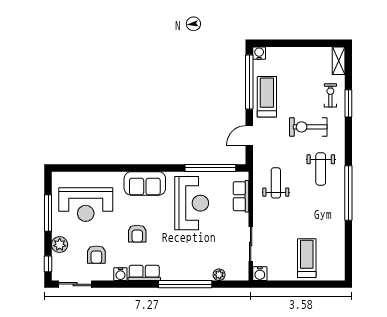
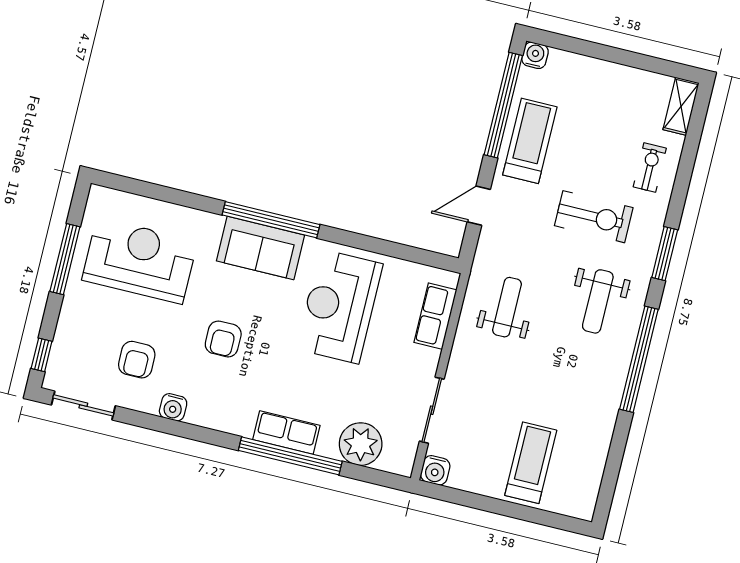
window: (348, 103) -> (665, 254), moved
exercise bike: (308, 127) -> (594, 217), turned 180
window: (210, 168) -> (271, 220), moved
reception desk: (192, 203) -> (339, 306), turned 180
reception desk: (86, 205) -> (140, 261), turned 180
plant: (60, 245) -> (72, 324), removed
row of seats: (144, 273) -> (286, 433), moved
plant: (219, 275) -> (361, 444), width x1.88, depth x1.88

